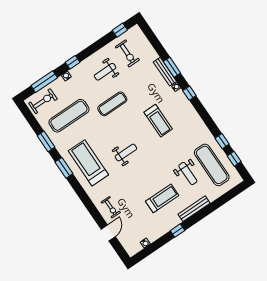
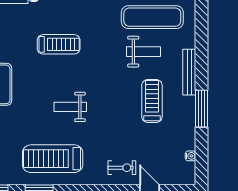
weight bench: (126, 153) -> (70, 107), turned -90
window: (177, 231) -> (202, 109), width x2.17

